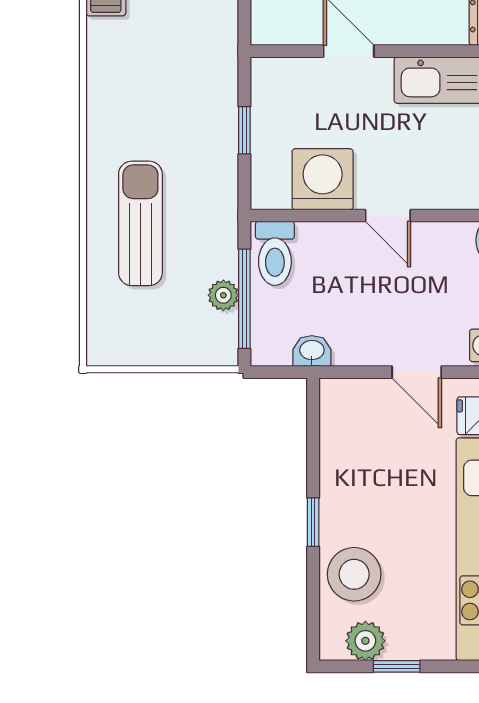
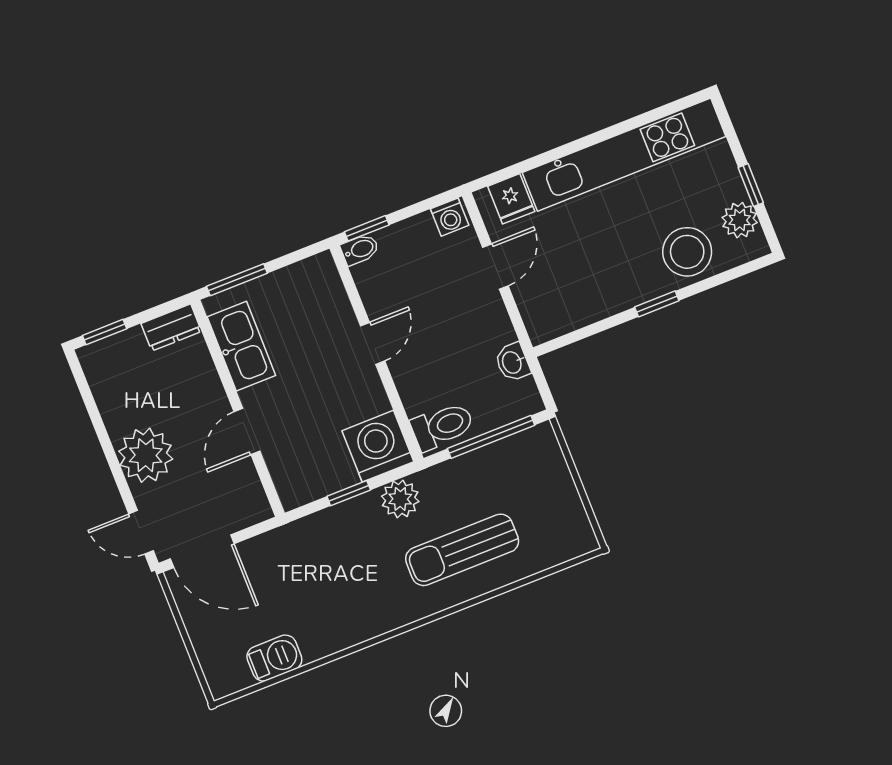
washing machine: (323, 179) -> (378, 446), moved, turned 90
plant: (223, 295) -> (400, 499), moved, width x1.38, depth x1.38

